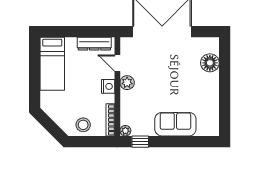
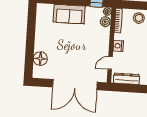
door: (117, 63) -> (110, 63), swing flipped
plant: (127, 83) -> (105, 22), moved

